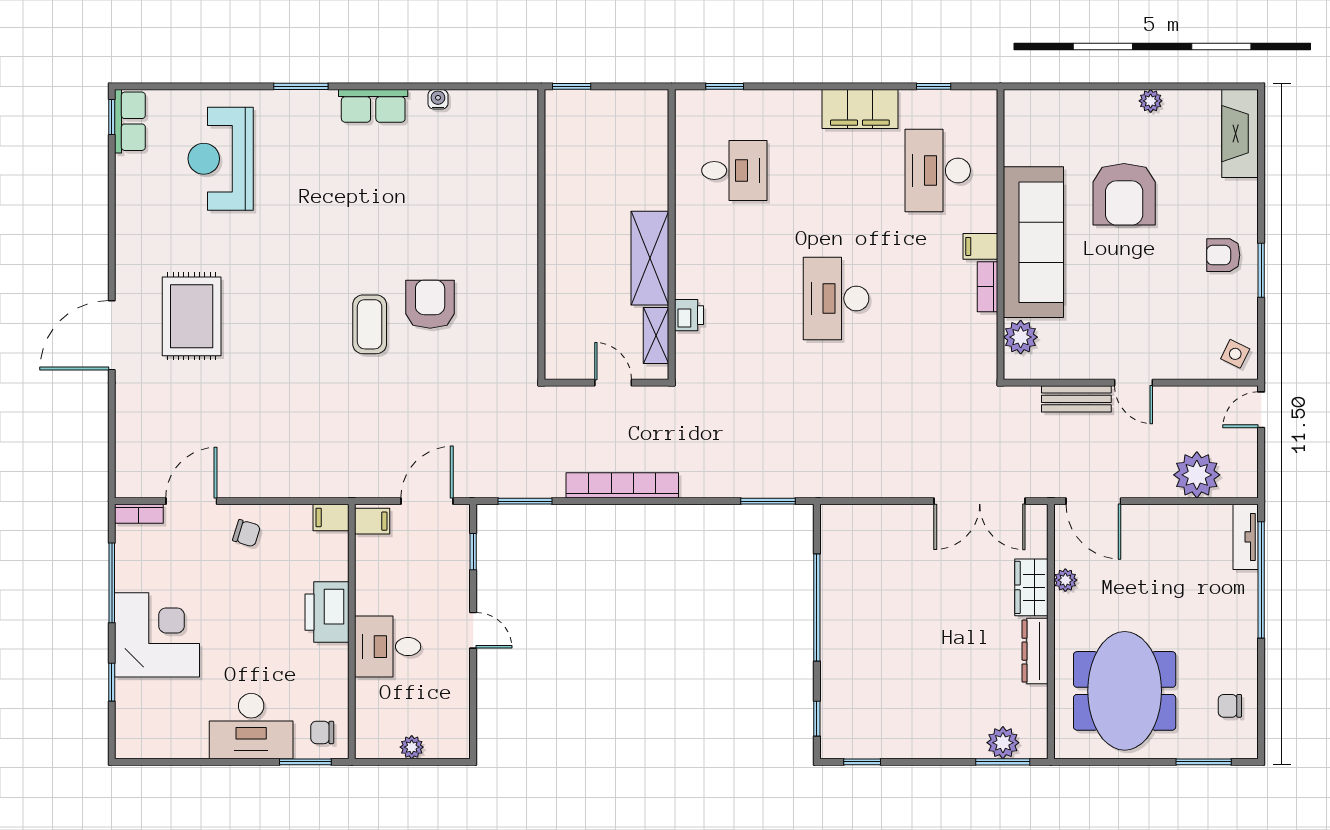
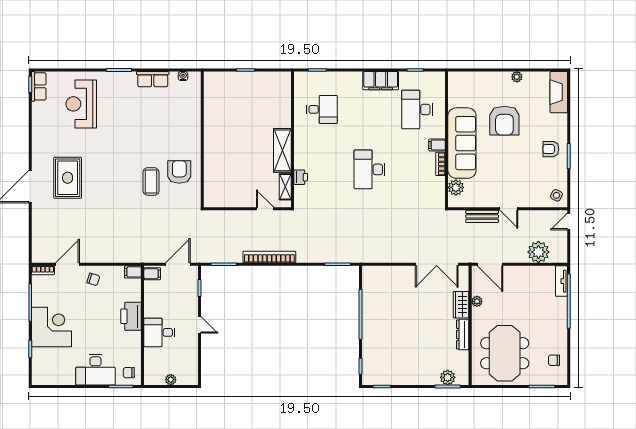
wall: (541, 235) -> (202, 139), moved

